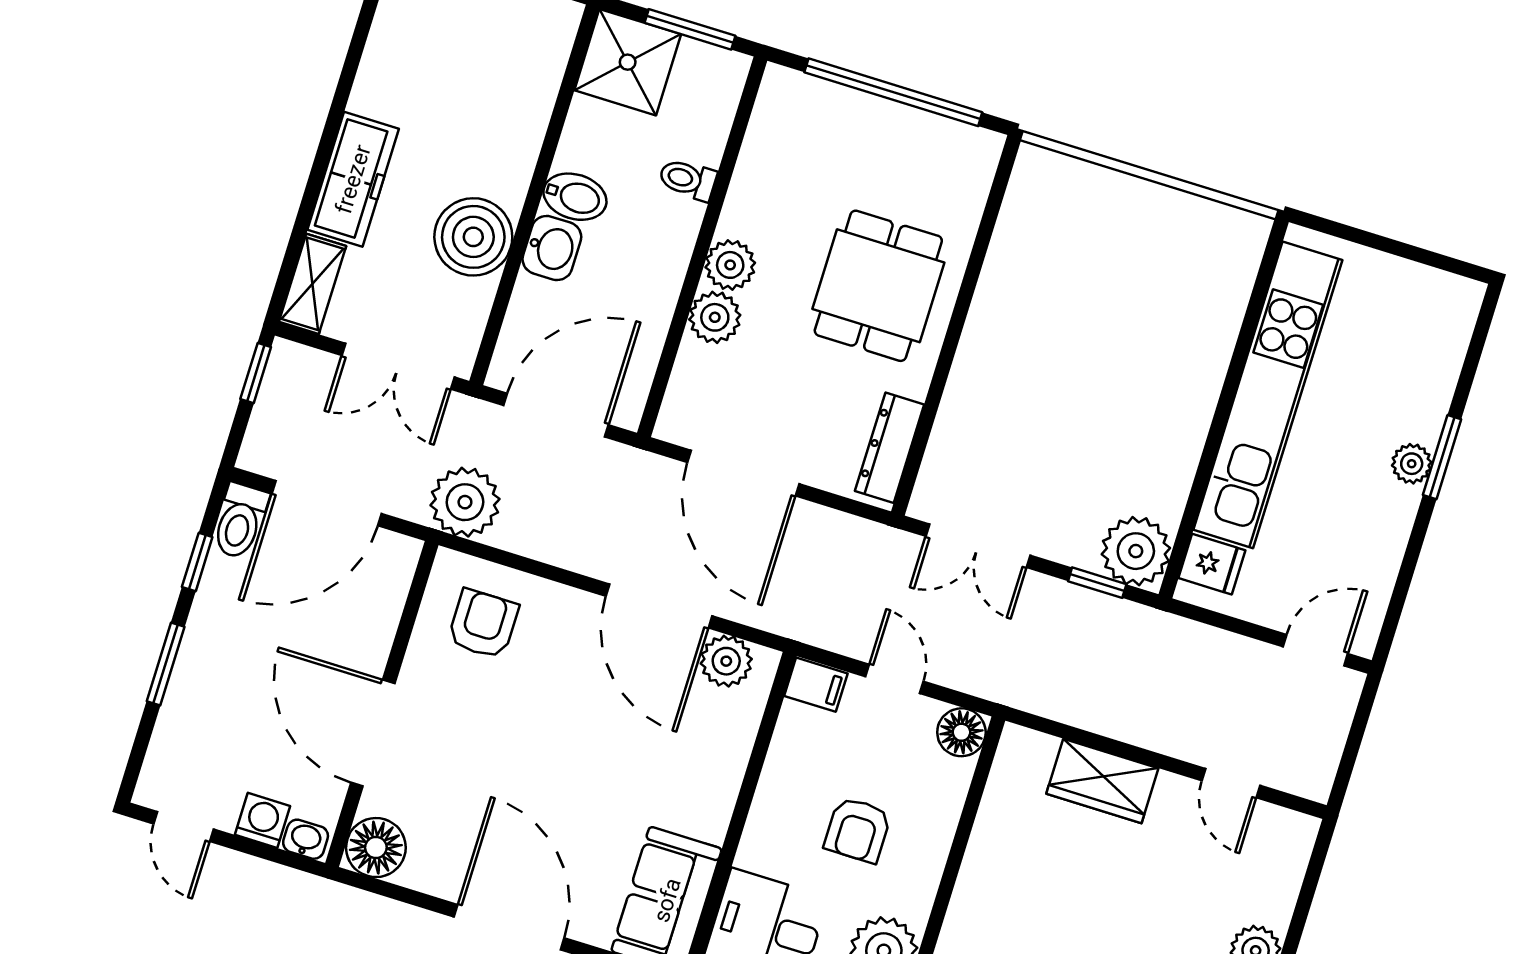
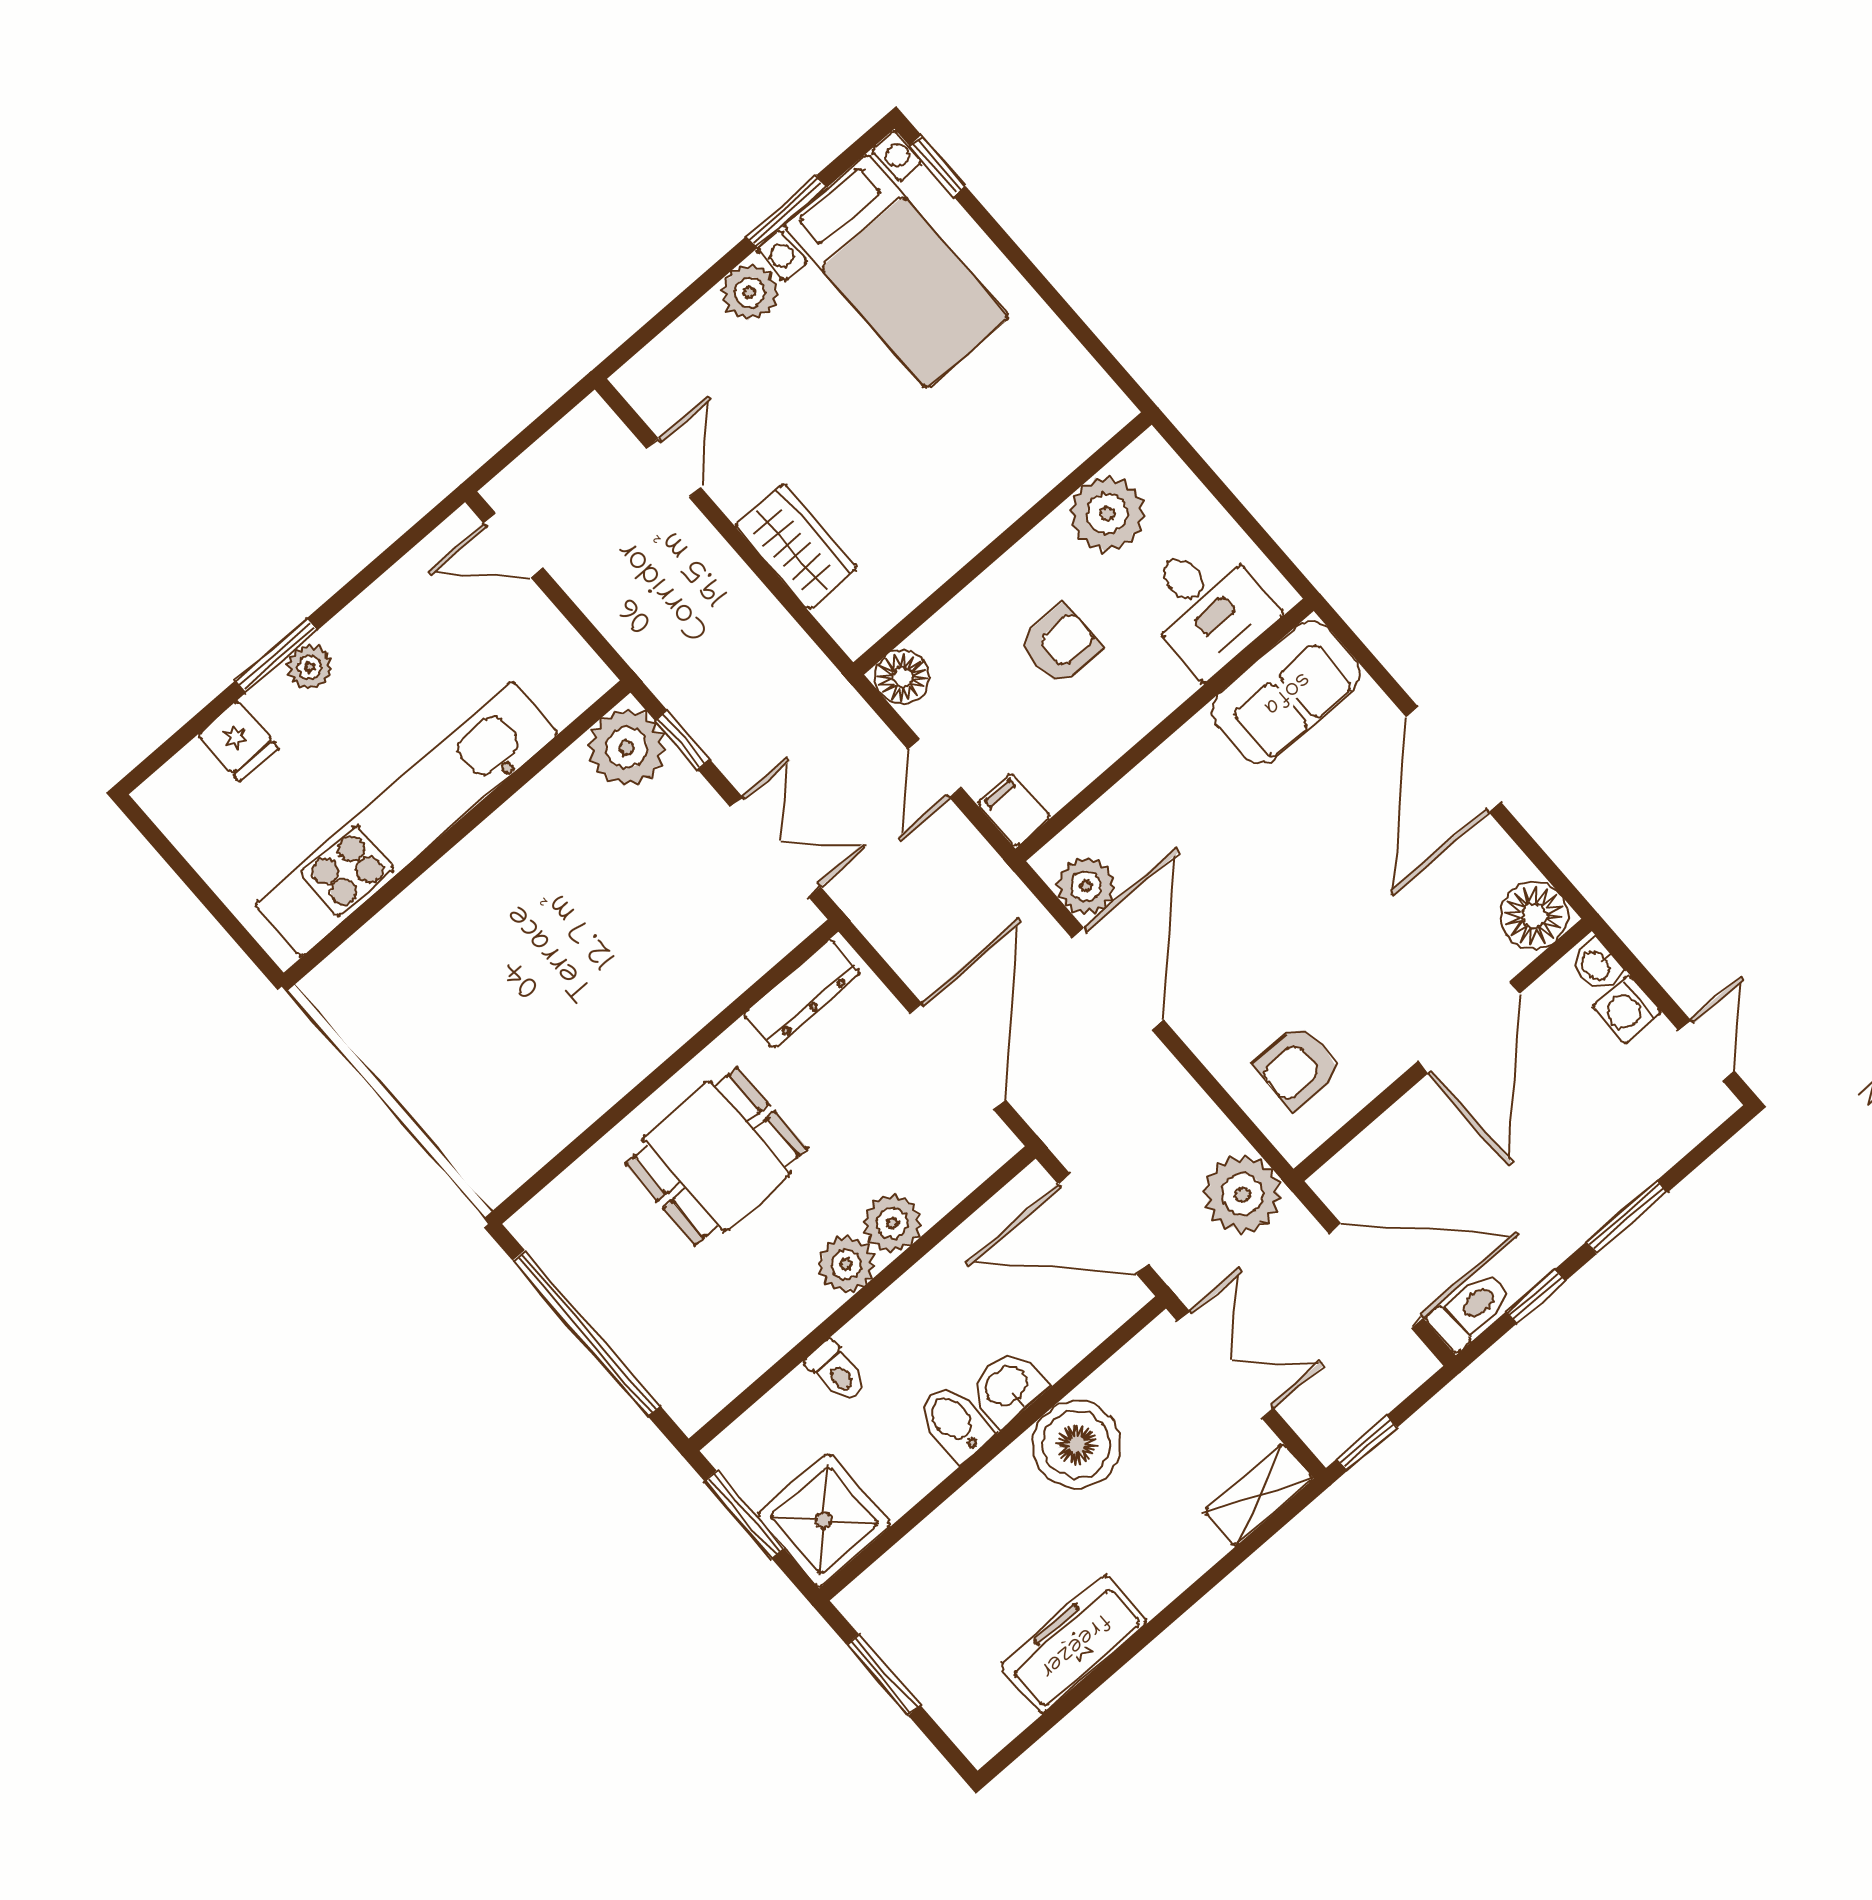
freezer: (353, 179) -> (1074, 1644), moved
fridge: (1212, 564) -> (238, 741), moved, turned 180

